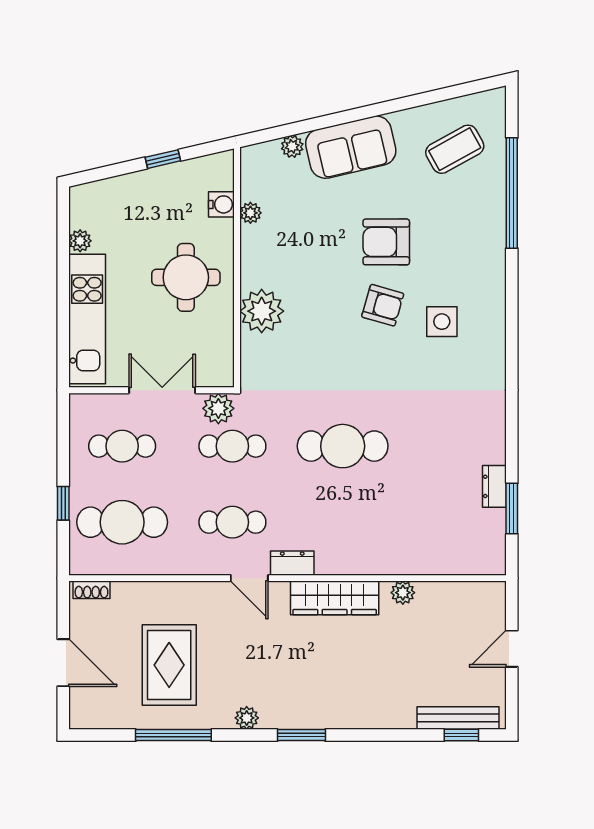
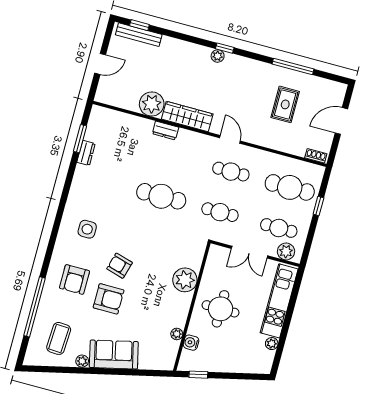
plant: (292, 146) -> (82, 361), moved
coffee table: (455, 149) -> (59, 338), turned -58
window: (163, 159) -> (198, 375), moved
armchair: (455, 260) -> (75, 280), added
side table: (442, 322) -> (87, 229), moved
plant: (218, 408) -> (286, 251), moved
dresser: (292, 563) -> (166, 131), moved
plant: (403, 593) -> (152, 104), width x1.87, depth x1.87
door: (63, 663) -> (341, 121), hinge flipped
rug: (169, 665) -> (285, 104), width x0.73, depth x0.70
plant: (247, 718) -> (218, 56), moved
window: (301, 735) -> (225, 48), width x0.67

